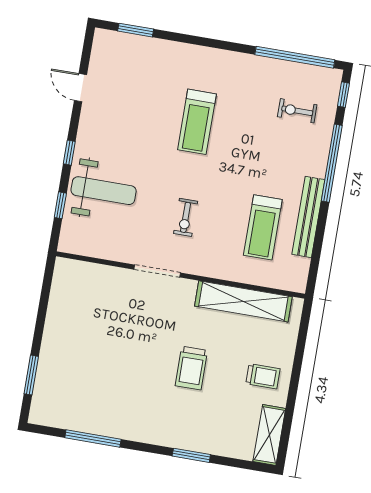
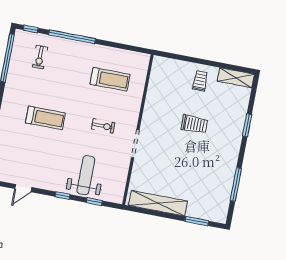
bench: (308, 217) -> (104, 52), removed
shelving: (243, 301) -> (158, 203), moved, turned 90

